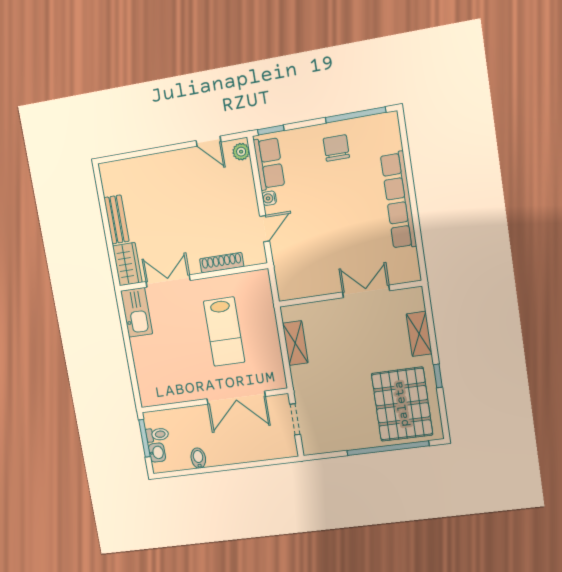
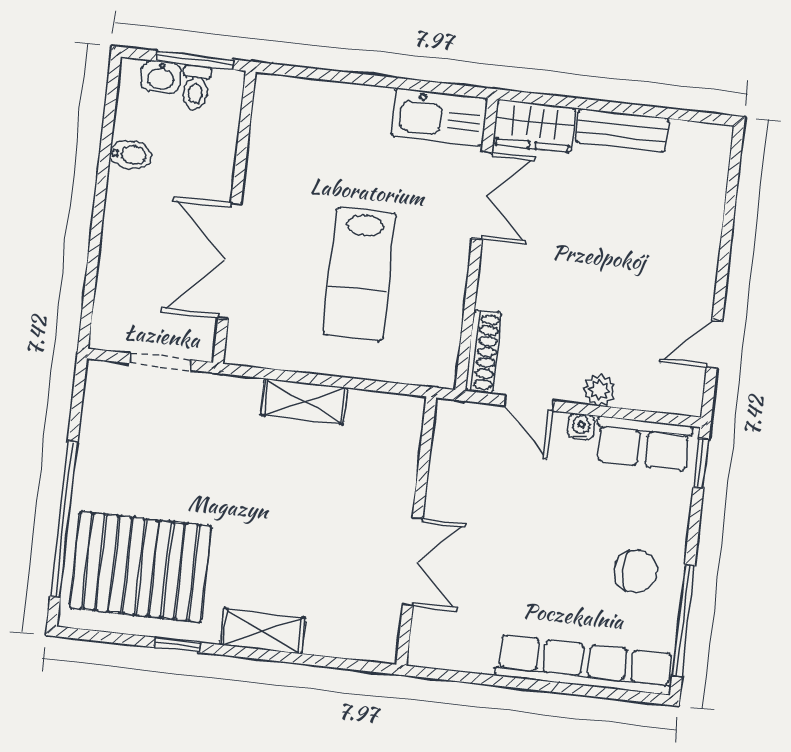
plant: (241, 152) -> (600, 390), moved
row of seats: (399, 200) -> (585, 665), moved
shoe rack: (222, 263) -> (483, 352), moved
double door: (366, 291) -> (413, 562), moved
wall: (350, 294) -> (416, 531), moved
lab bench: (224, 332) -> (360, 274), turned -90

